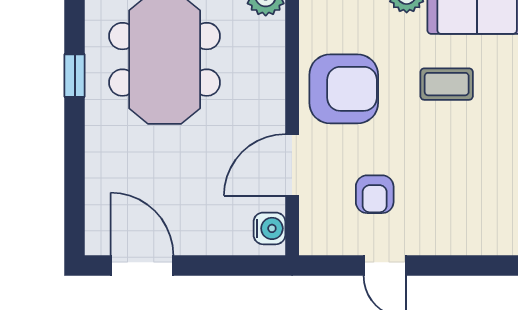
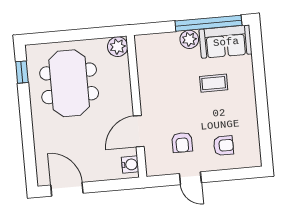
window: (75, 76) -> (22, 72), moved
armchair: (344, 89) -> (223, 146), moved, width x0.53, depth x0.53

